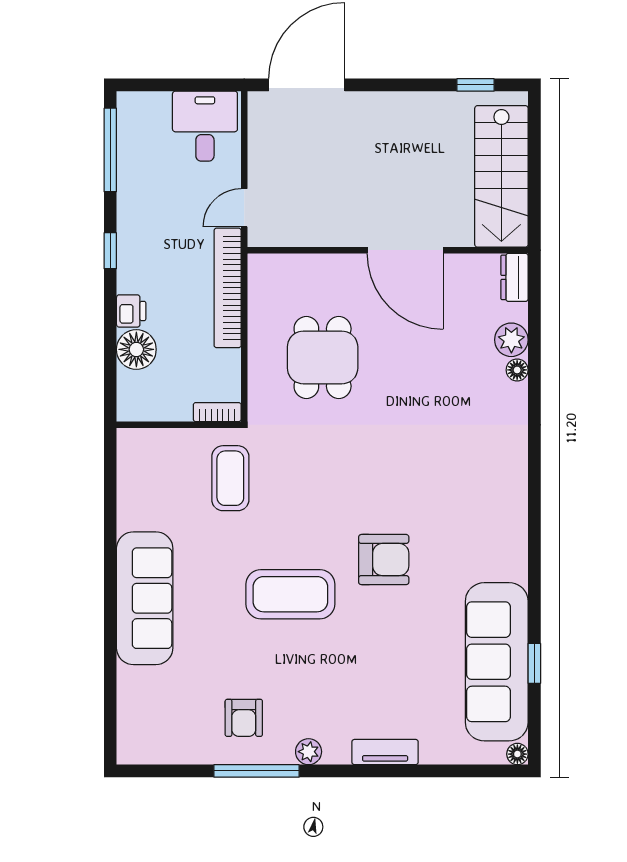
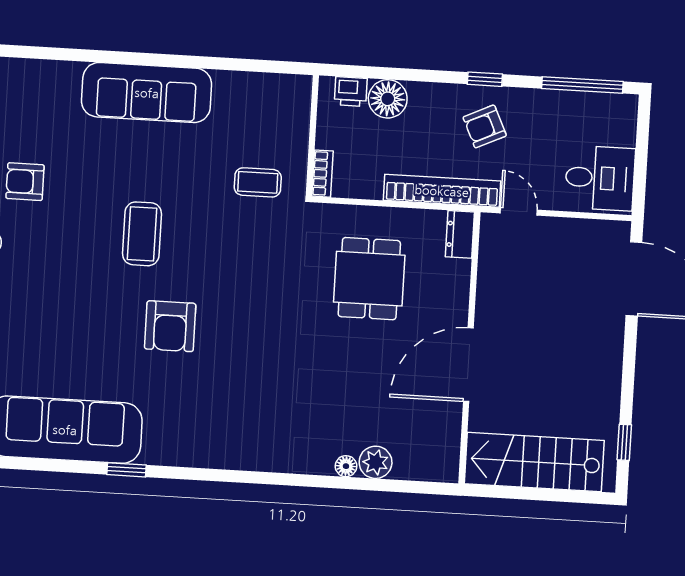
armchair: (159, 248) -> (485, 126), added
dresser: (515, 277) -> (460, 234), moved, turned -90
printer: (131, 311) -> (351, 92), moved
dining table: (323, 357) -> (369, 279), turned 90
coffee table: (230, 478) -> (258, 182), width x0.73, depth x0.77
coffee table: (290, 594) -> (142, 234), width x0.73, depth x0.76
window: (534, 663) -> (126, 470), moved

